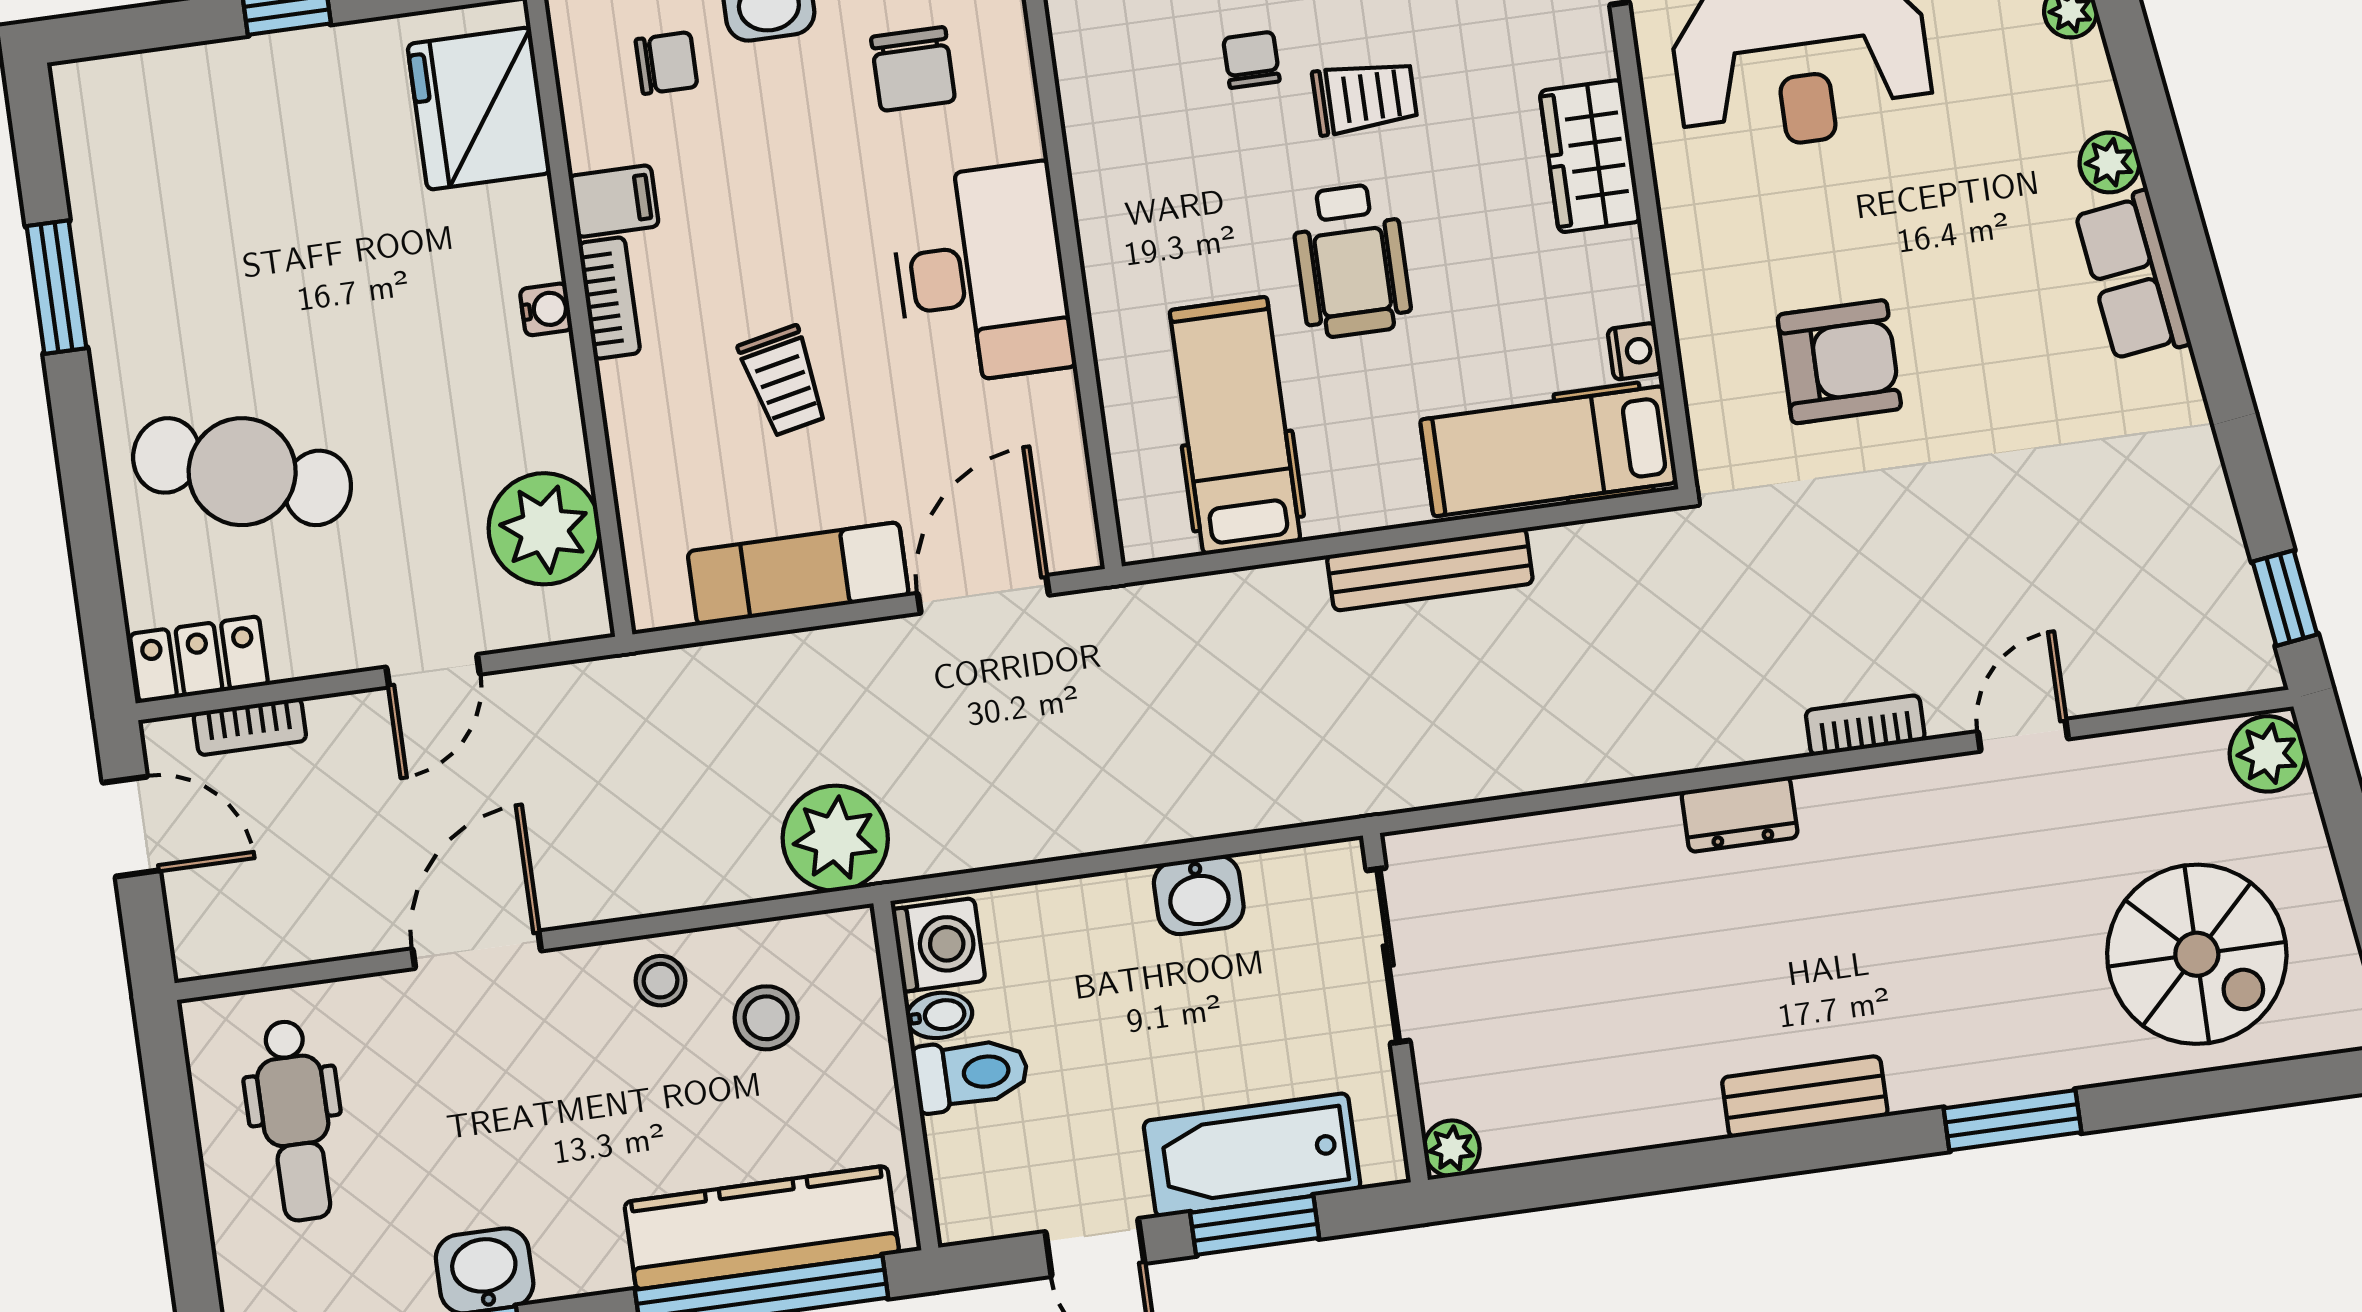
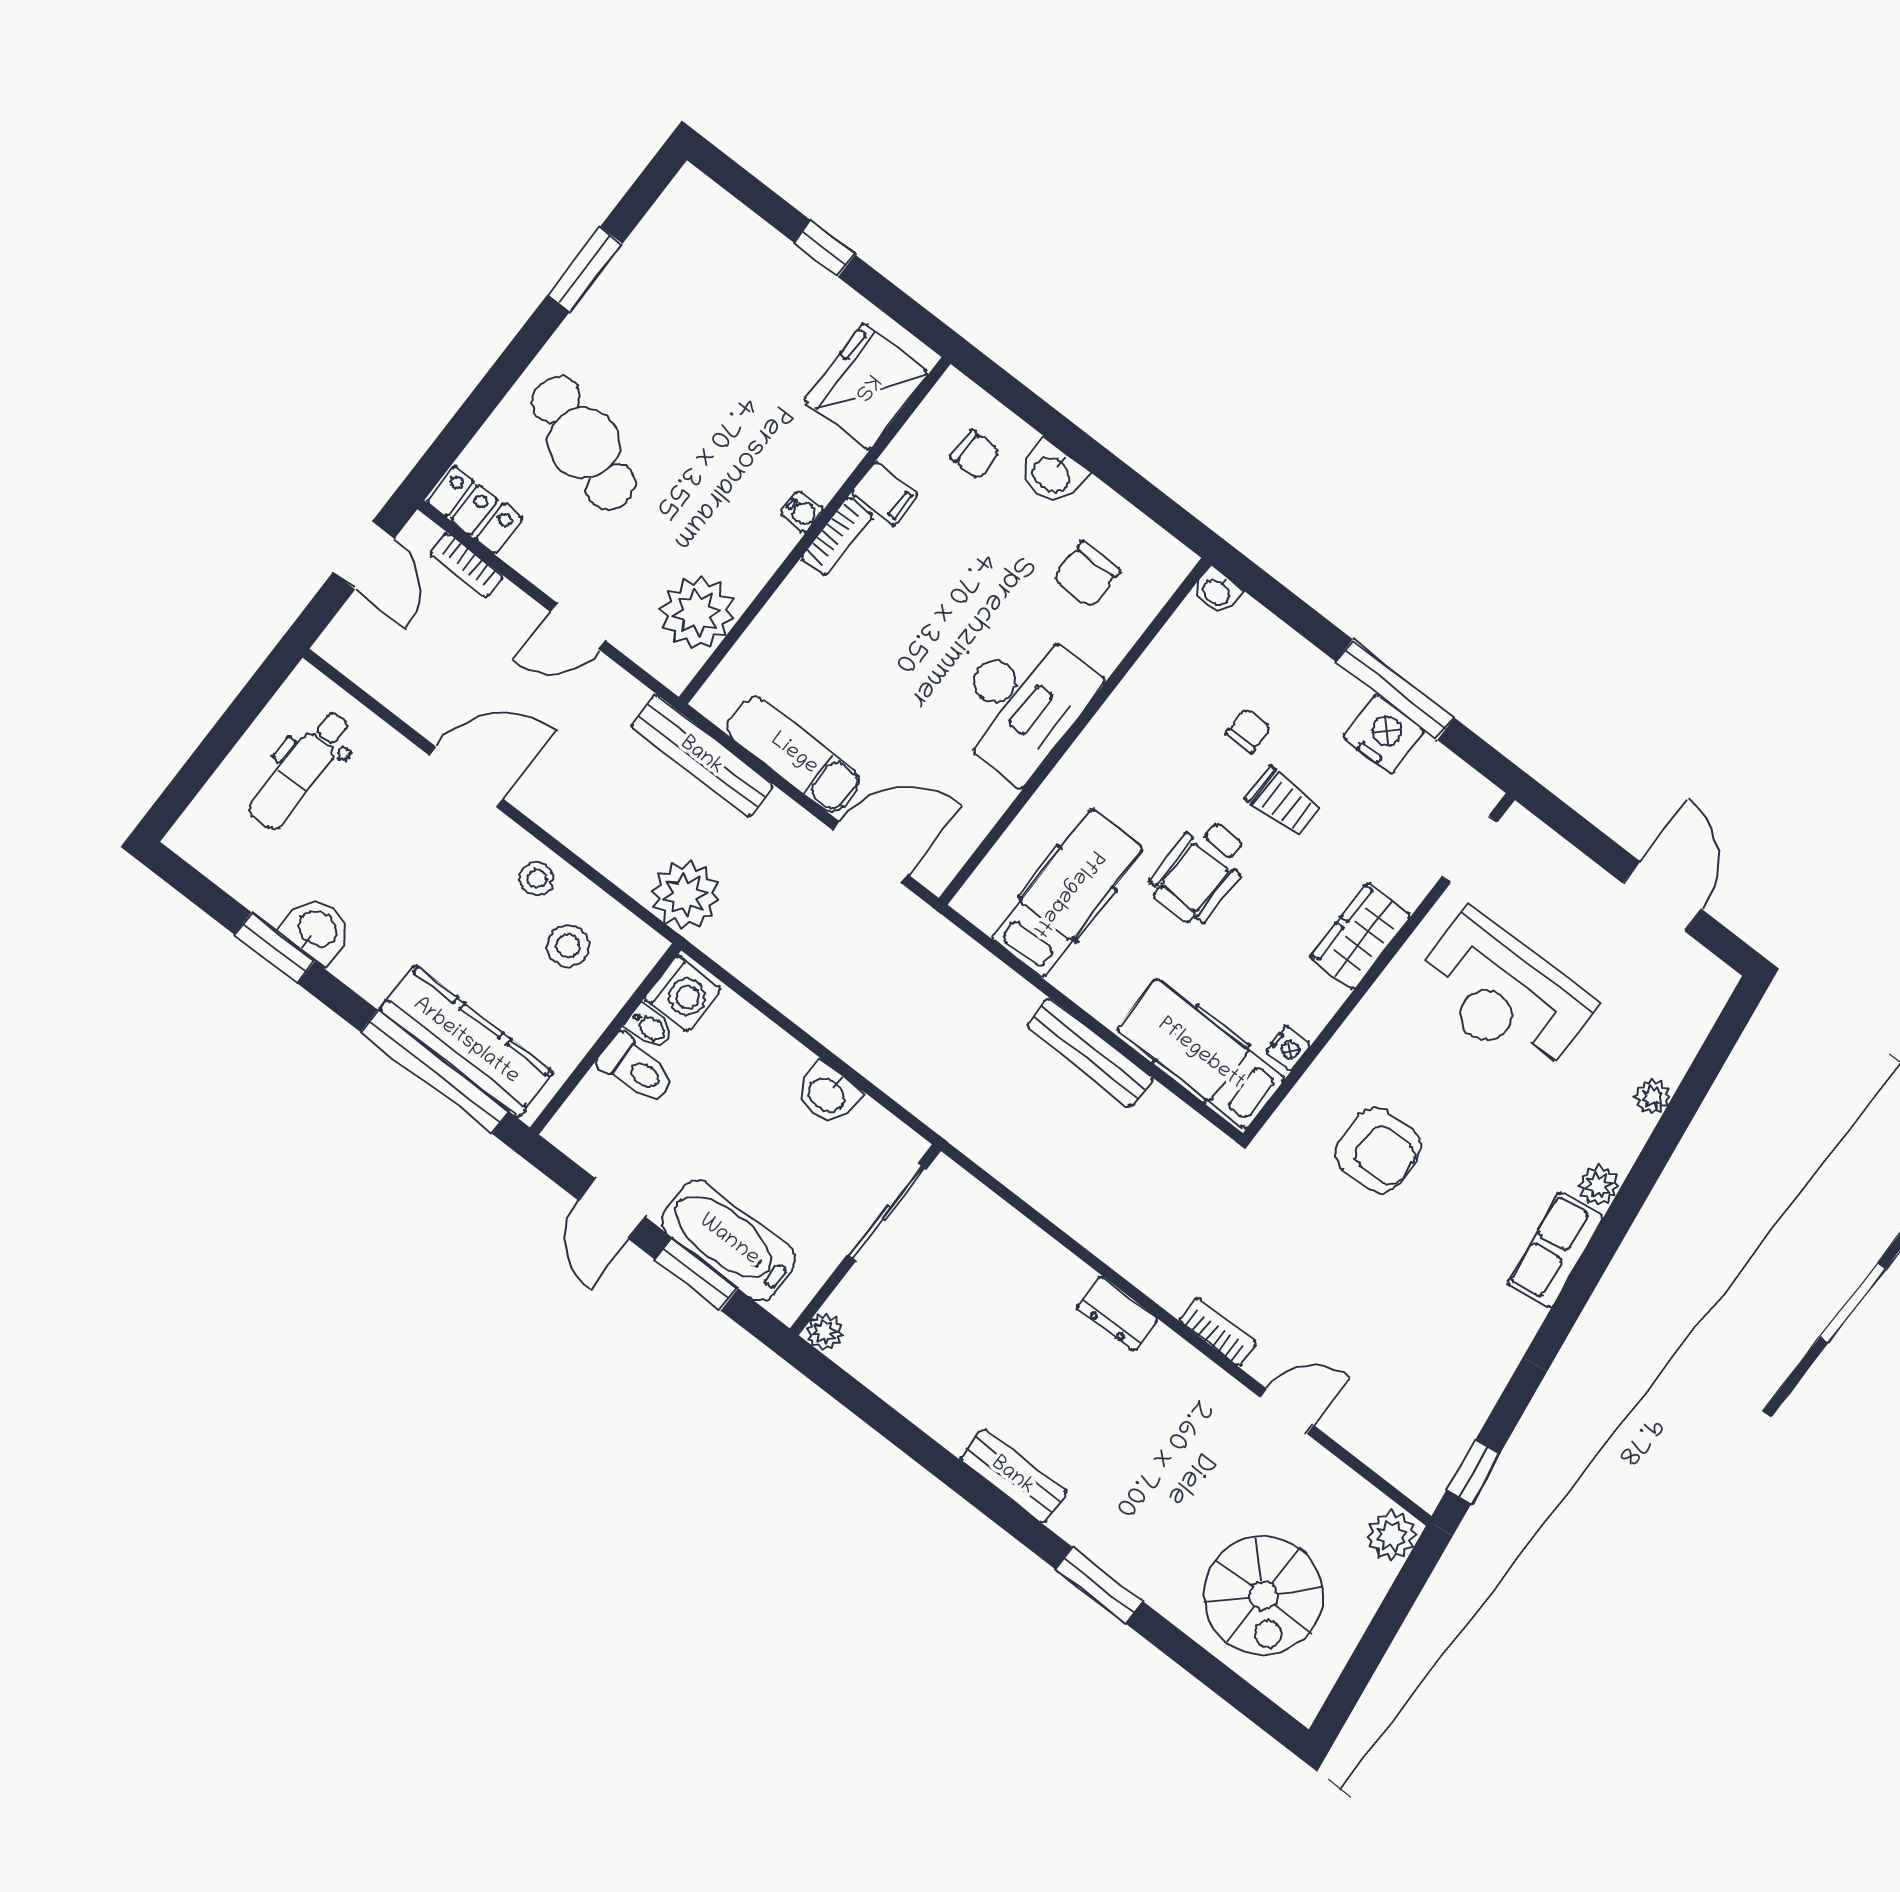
trolley: (783, 381) -> (878, 658), removed
bench: (703, 674) -> (702, 756), added

